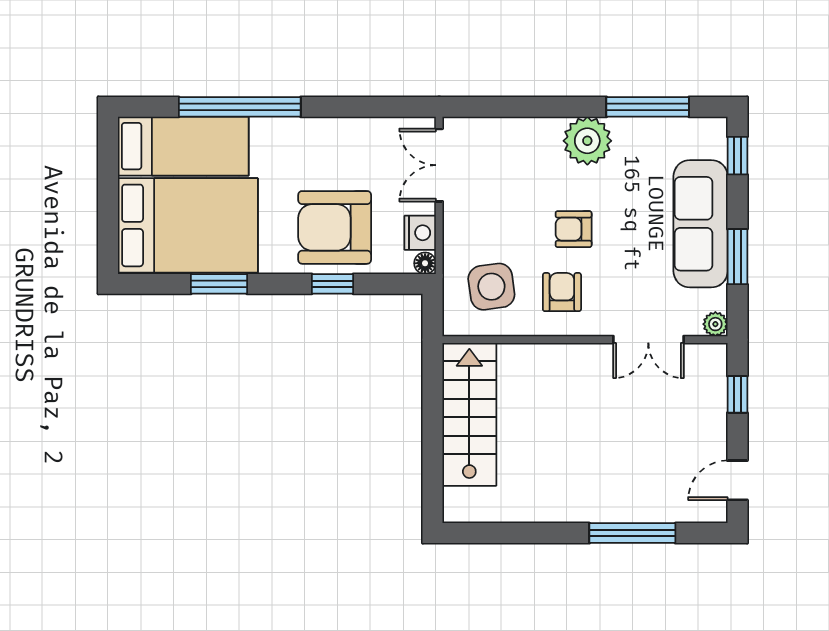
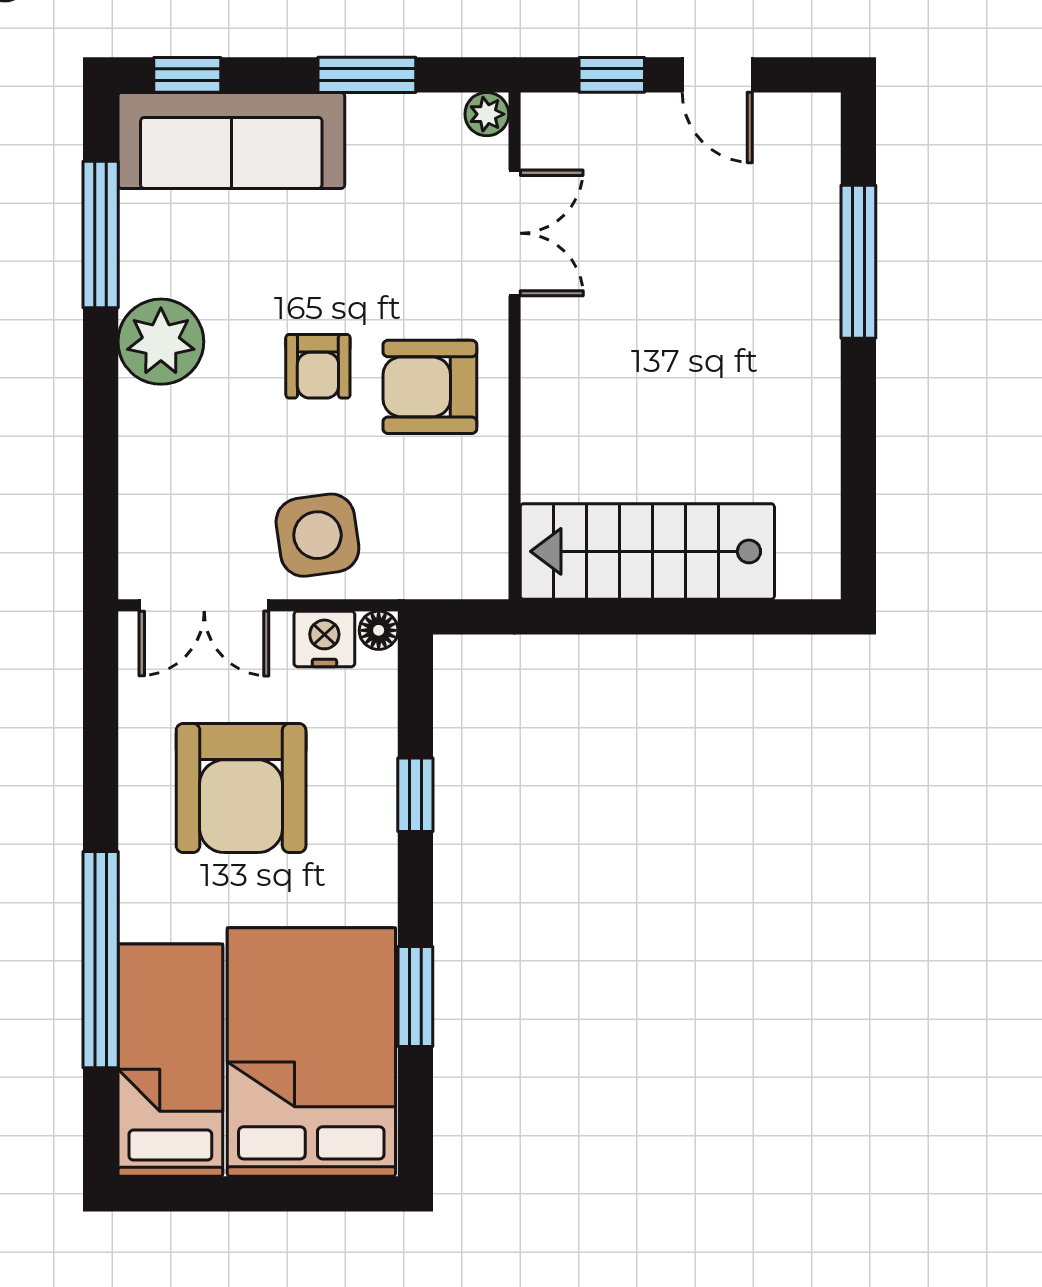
sofa: (701, 224) -> (231, 140), moved
armchair: (335, 227) -> (241, 788), moved
side table: (491, 287) -> (317, 535), moved
armchair: (562, 292) -> (430, 387), width x1.38, depth x1.38
door: (737, 480) -> (717, 75), moved

